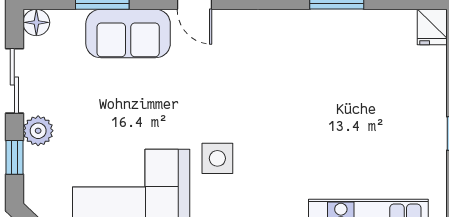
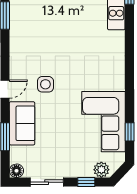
plant: (38, 131) -> (101, 170), moved
side table: (217, 158) -> (45, 84), moved

